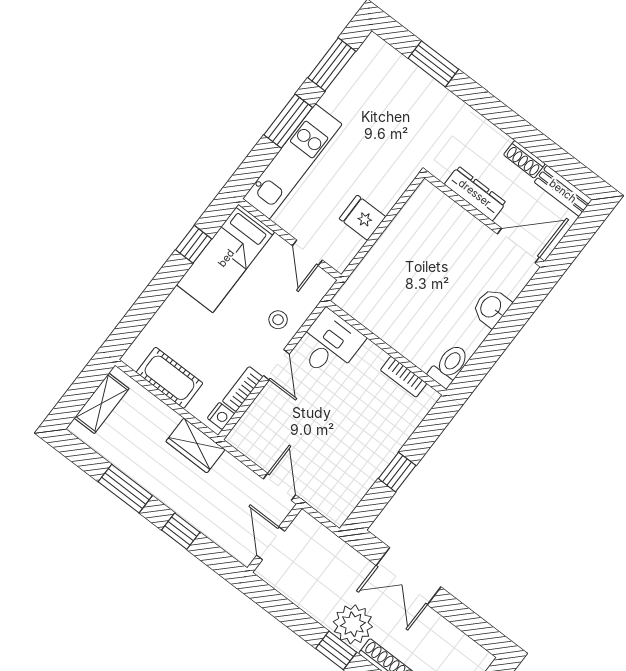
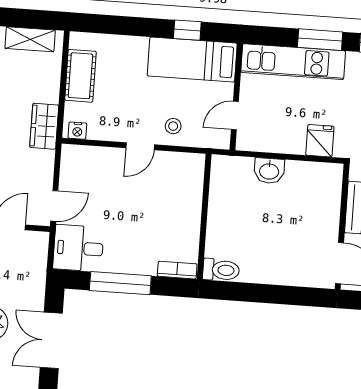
fridge: (362, 218) -> (320, 141), moved
washbasin: (491, 307) -> (269, 171), moved, turned 180
desk: (330, 344) -> (78, 248), moved, turned 180
bookcase: (404, 377) -> (177, 270), moved, turned 90
bookcase: (243, 389) -> (107, 133), removed
window: (397, 472) -> (120, 283), width x2.17

